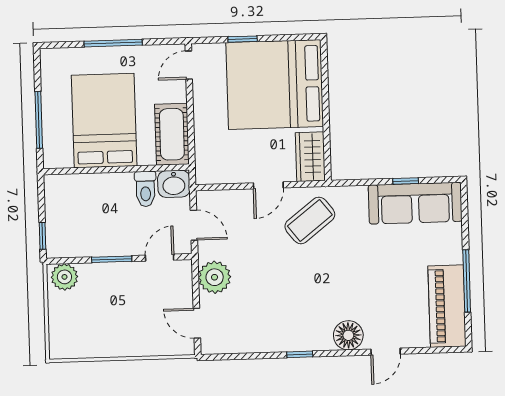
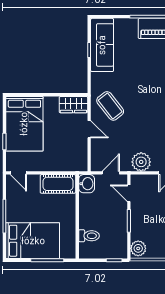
bed: (275, 85) -> (24, 124), width x0.73
bed: (104, 121) -> (33, 241), moved, turned 180
toilet: (145, 189) -> (89, 236), moved

